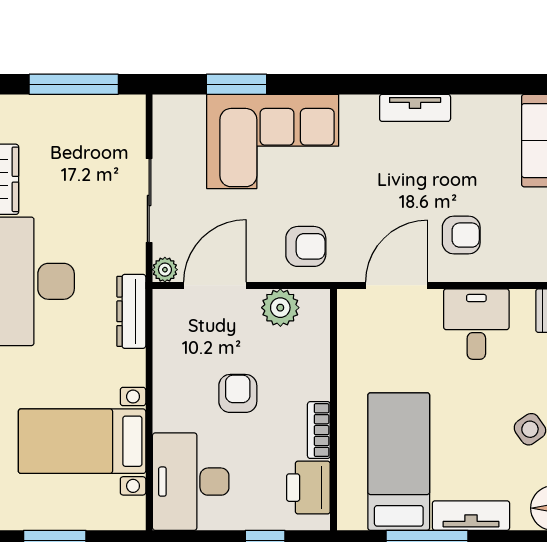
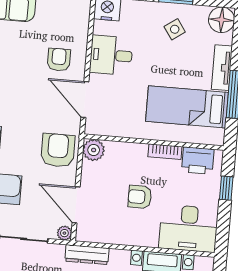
armchair: (306, 246) -> (58, 150), width x1.38, depth x1.38
plant: (280, 308) -> (94, 150), moved

